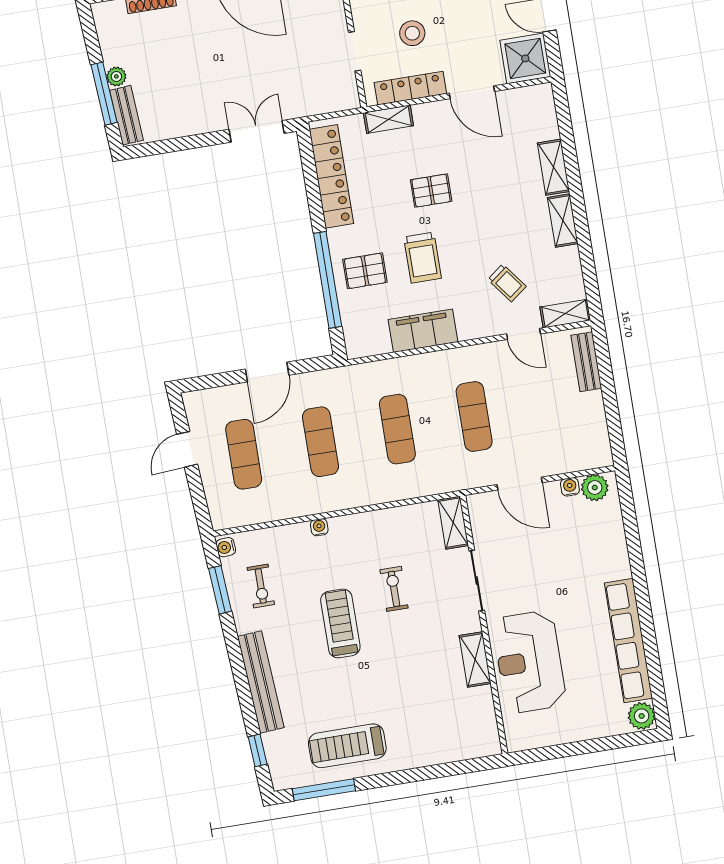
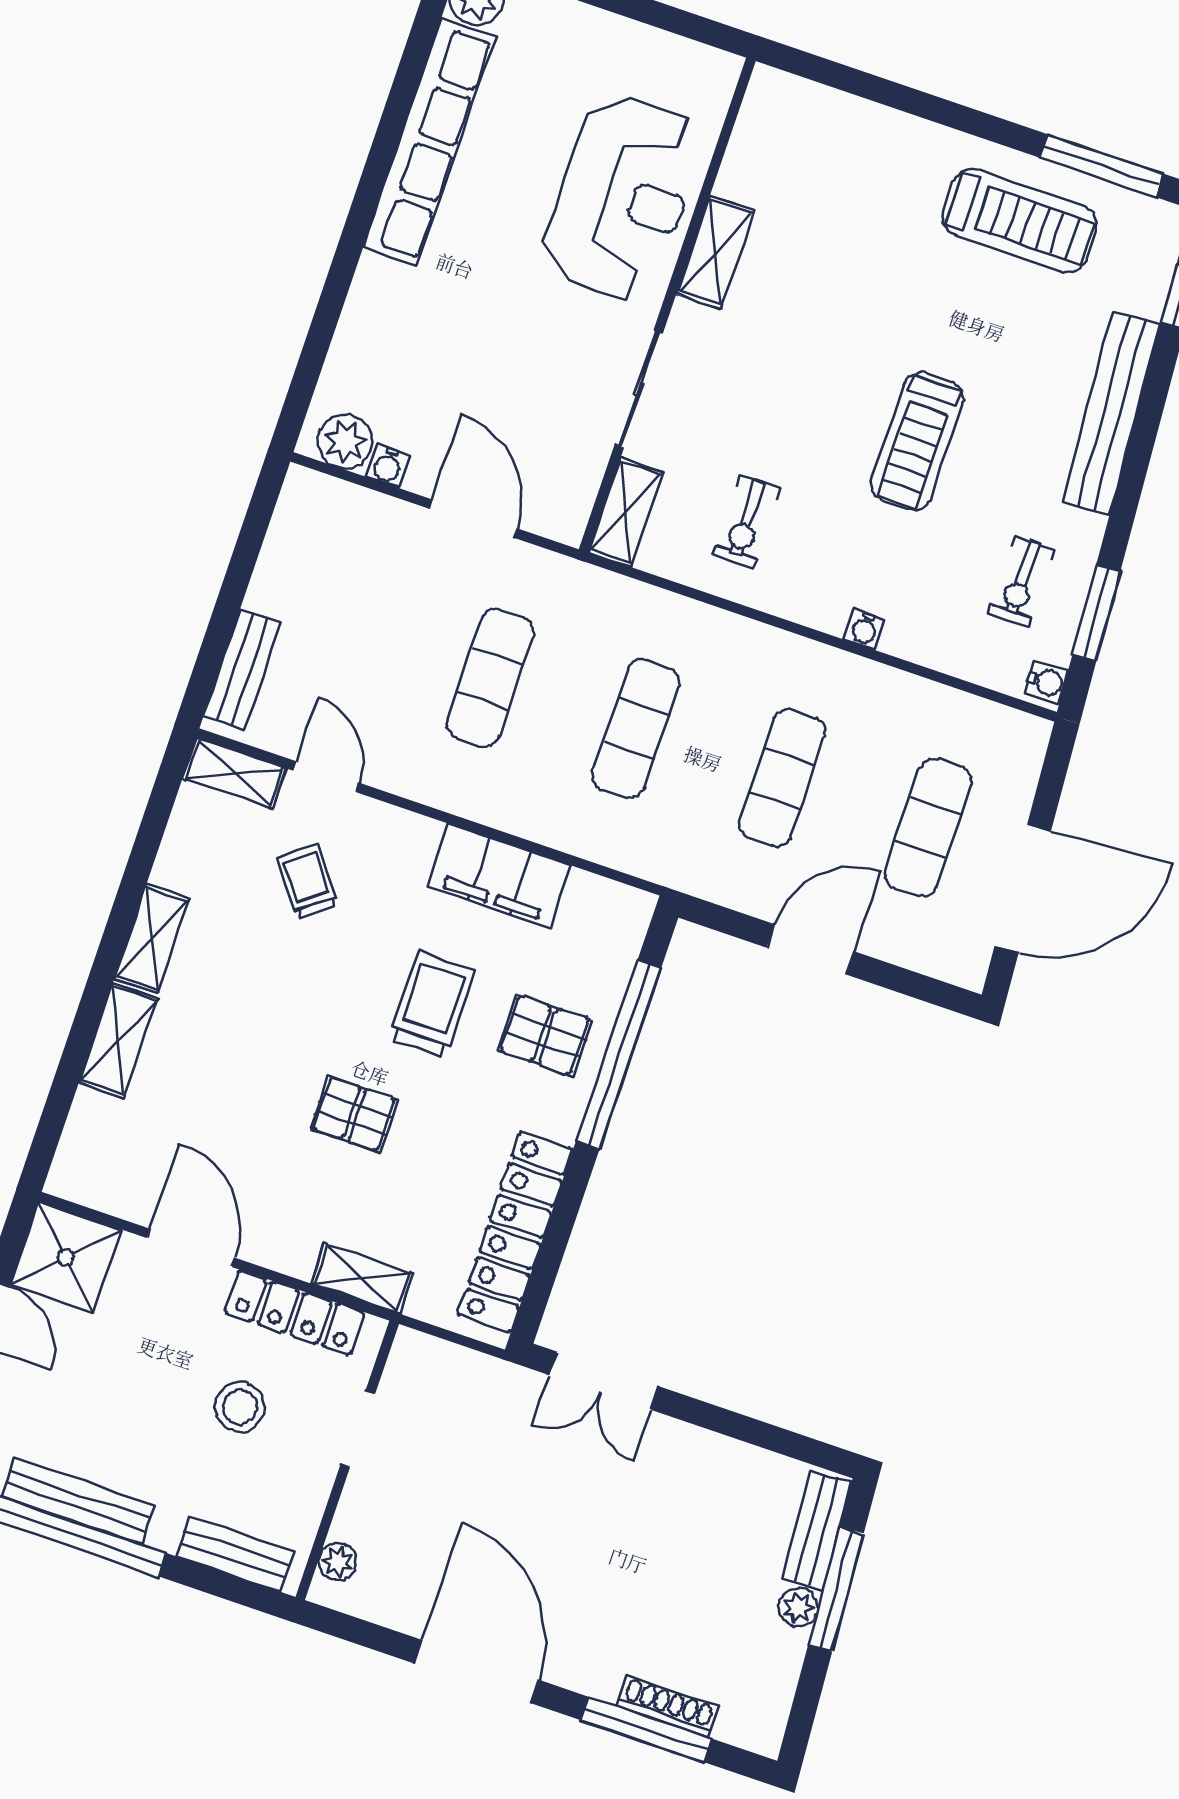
door: (187, 449) -> (1023, 889), width x1.88
exercise bike: (261, 586) -> (1021, 581), turned 180
exercise bike: (394, 589) -> (746, 522), moved

